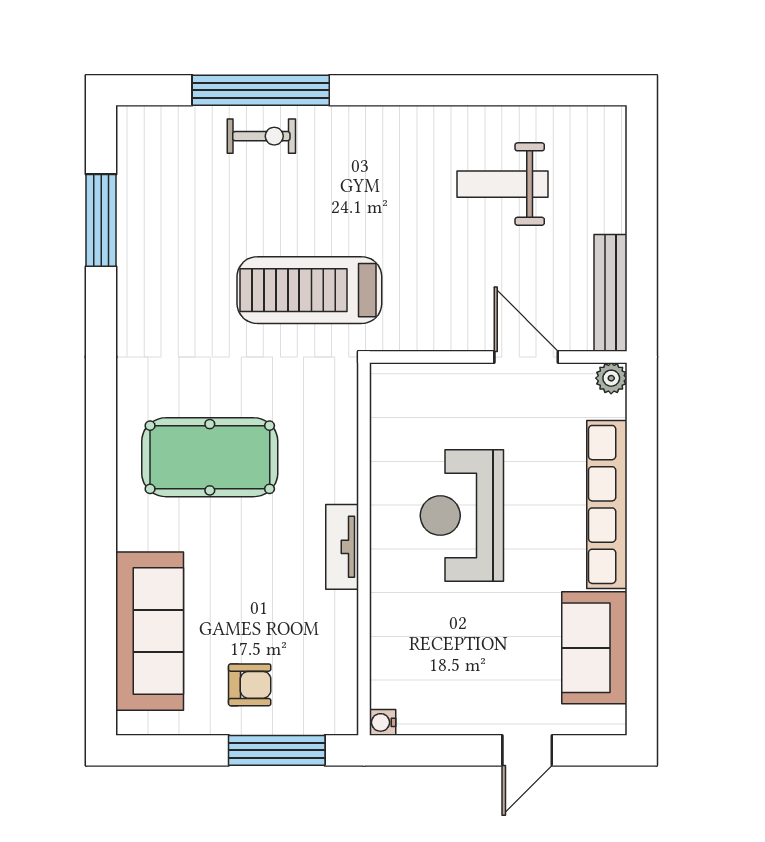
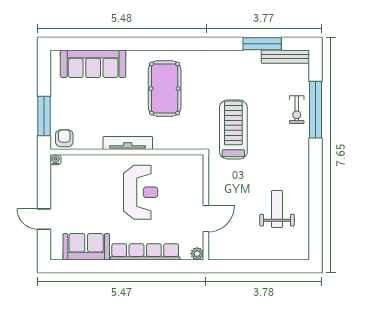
bench: (610, 293) -> (285, 57), moved
reception desk: (462, 516) -> (141, 192), turned 90
tv unit: (342, 547) -> (128, 143), width x1.41
armchair: (250, 685) -> (64, 138), moved, turned 180

